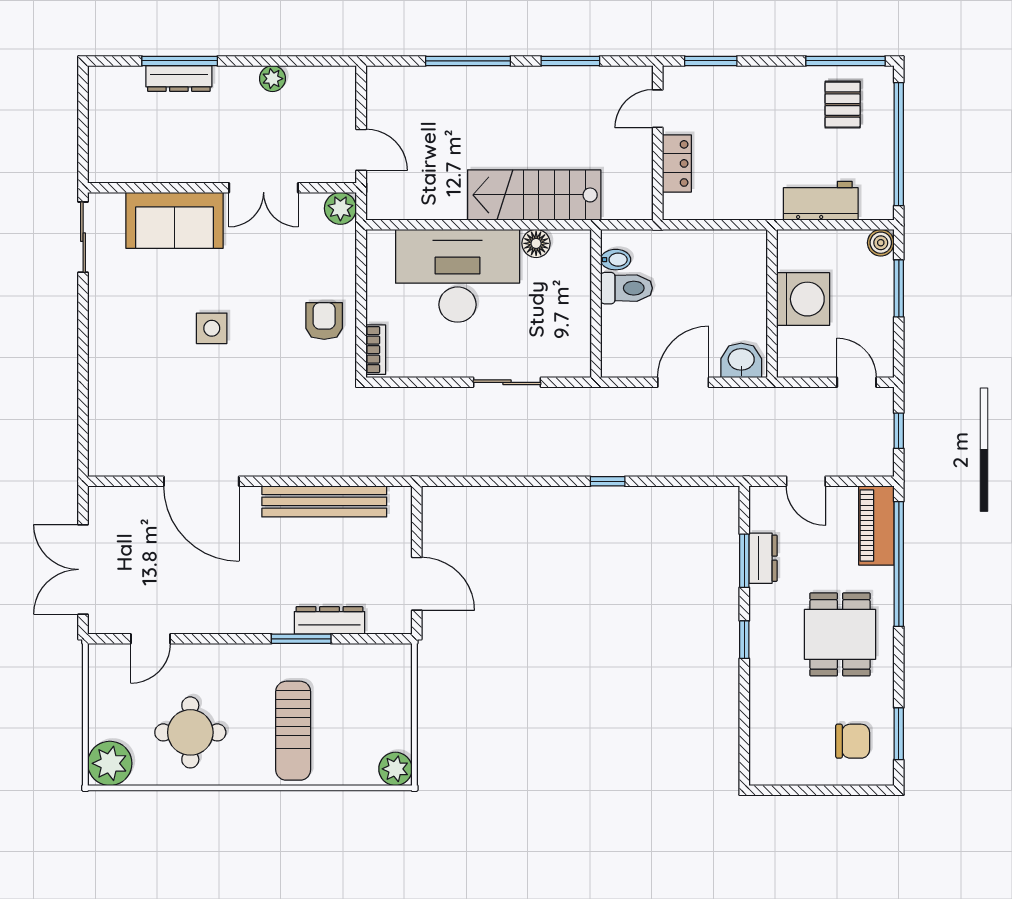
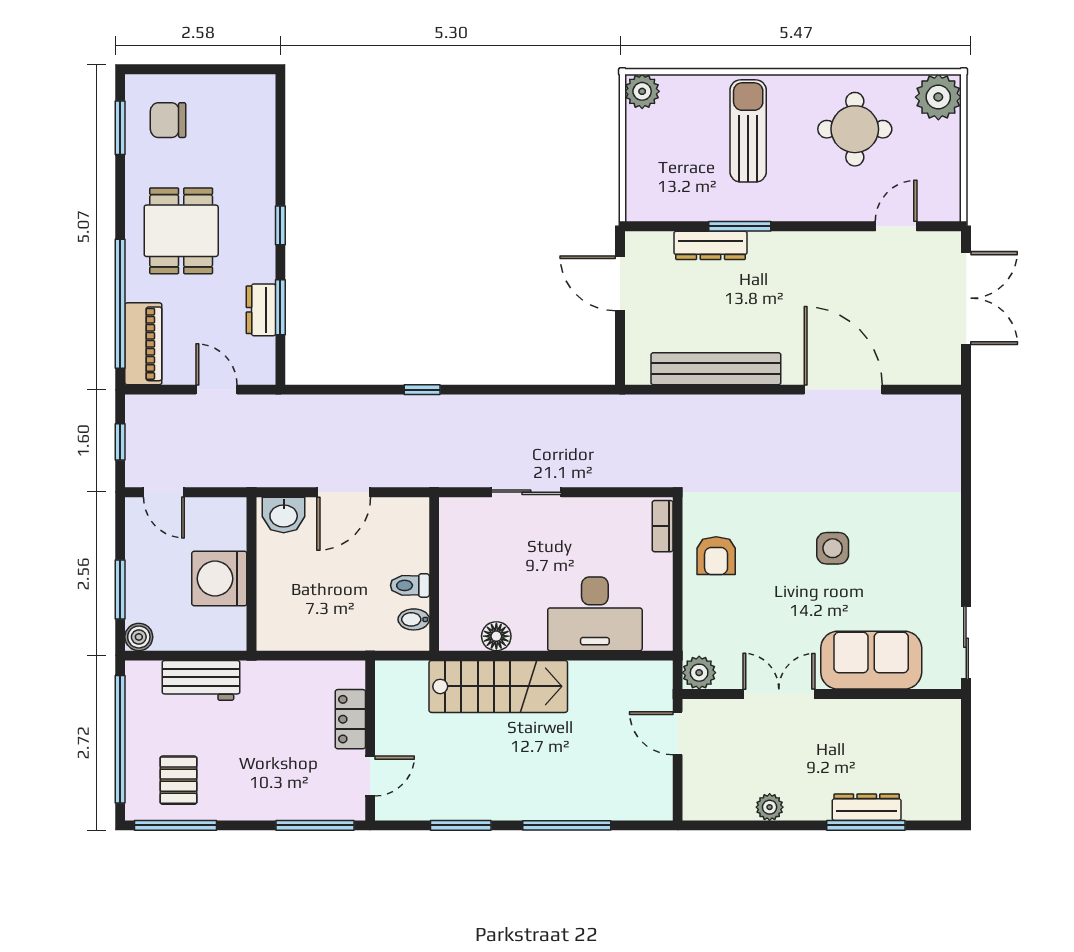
window: (711, 61) -> (315, 825), width x1.44
desk: (458, 276) -> (595, 614), width x0.73, depth x0.77
toilet: (626, 288) -> (410, 585), width x0.73, depth x0.72

